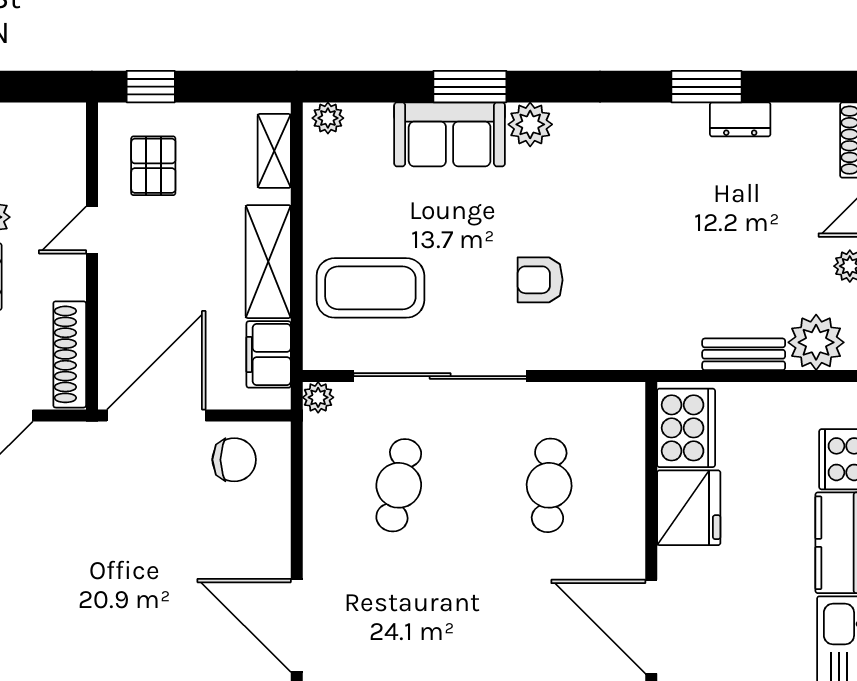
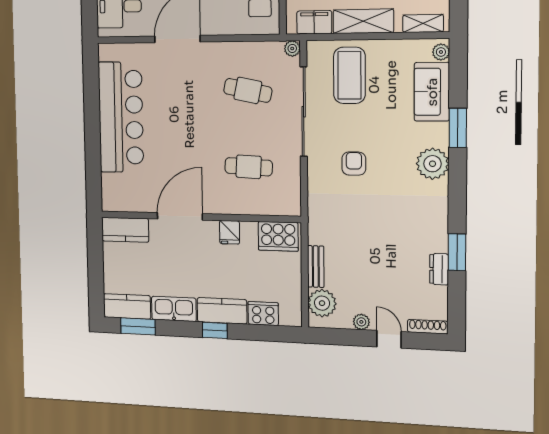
plant: (530, 124) -> (432, 164), width x1.36, depth x1.36
sofa: (450, 134) -> (432, 92), moved
fridge: (689, 508) -> (230, 232), width x0.53, depth x0.75

